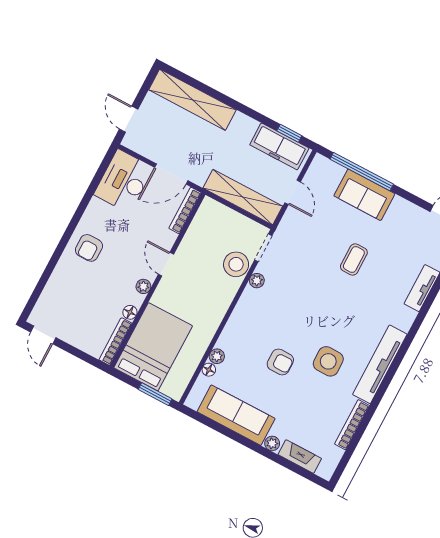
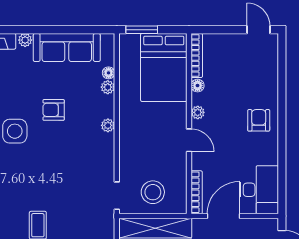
stool: (236, 264) -> (153, 192), moved
plant: (257, 281) -> (108, 125), moved

